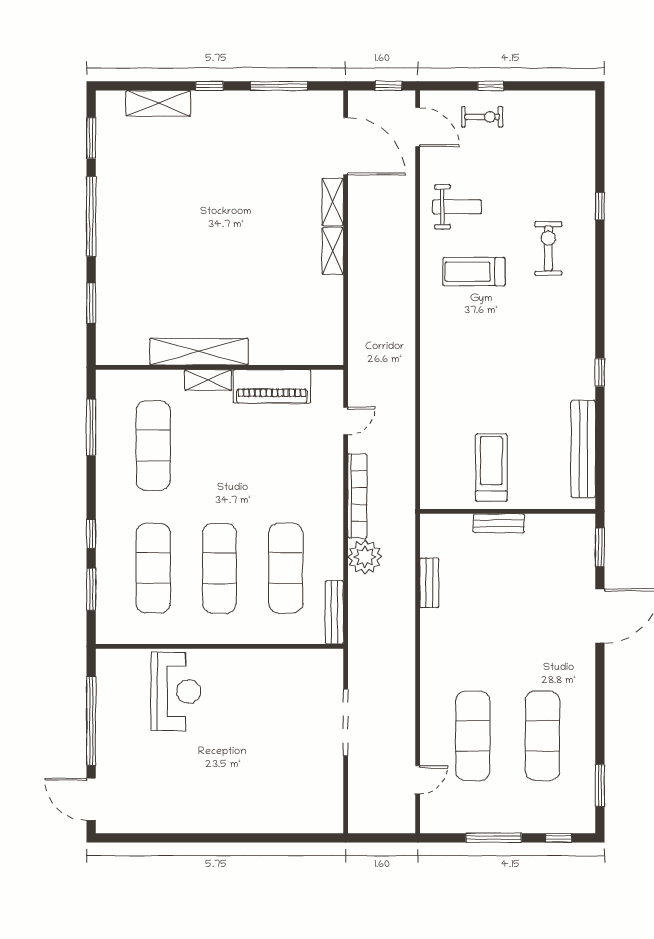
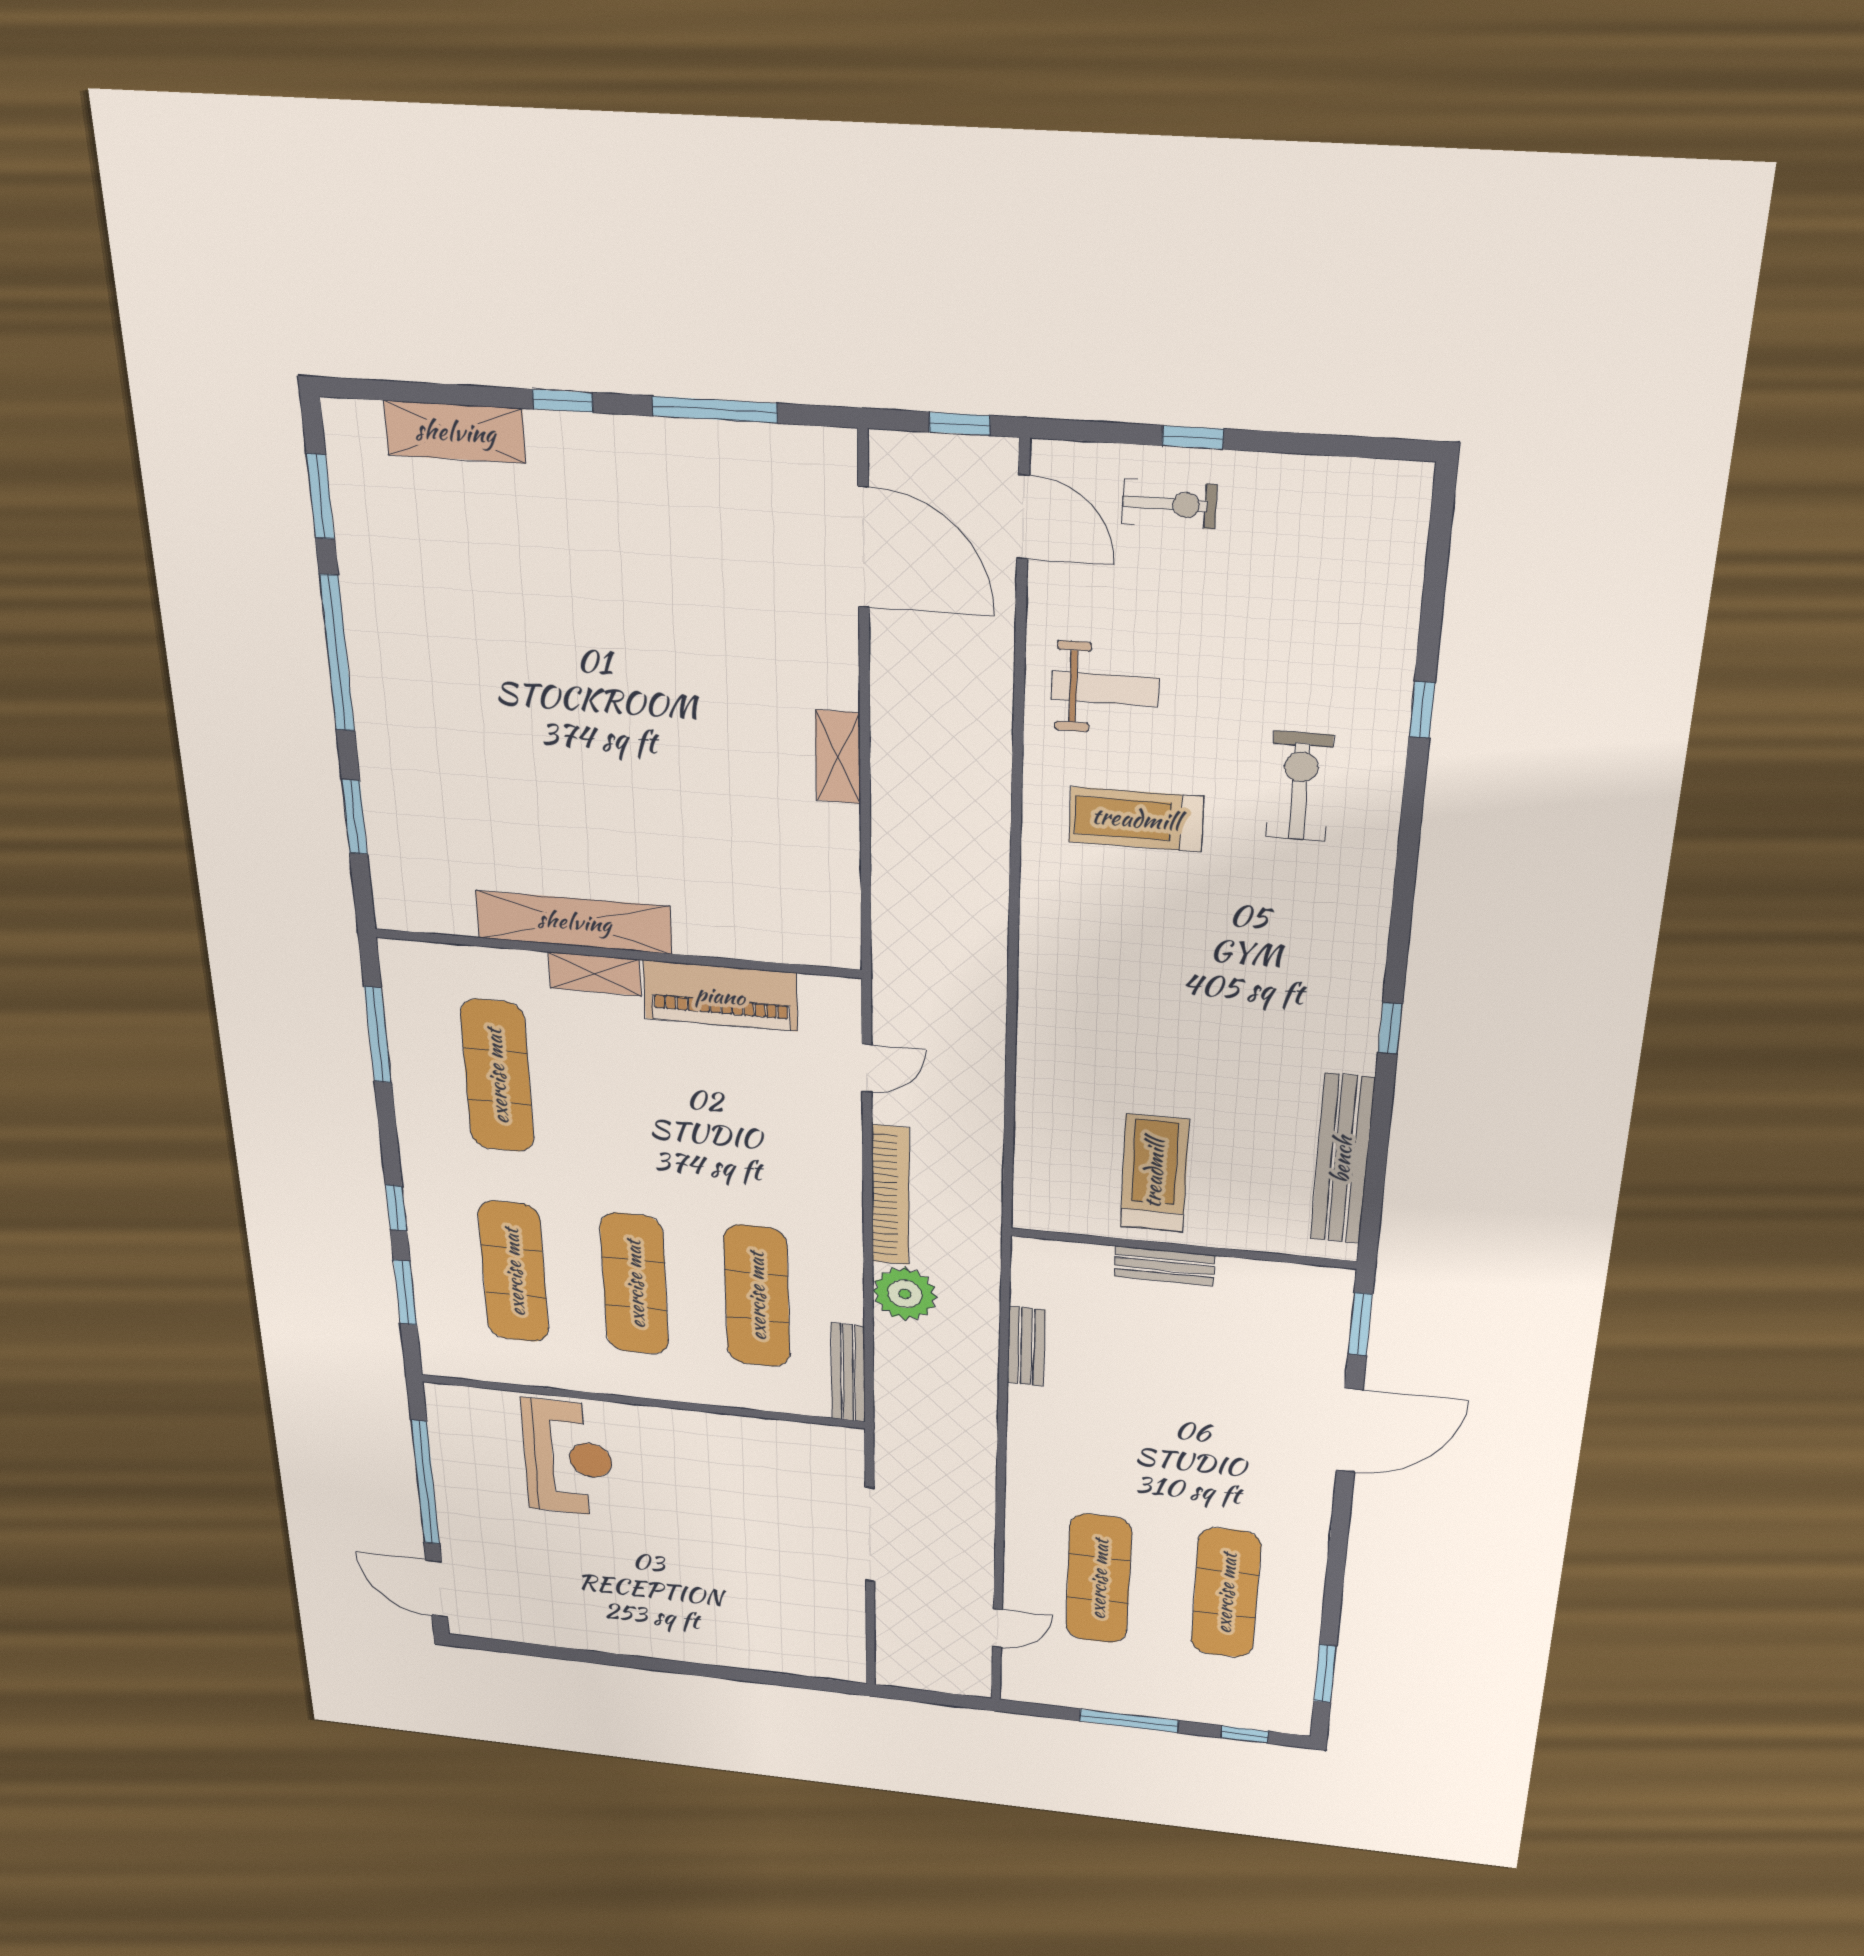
shelving: (333, 202) -> (837, 660), removed

